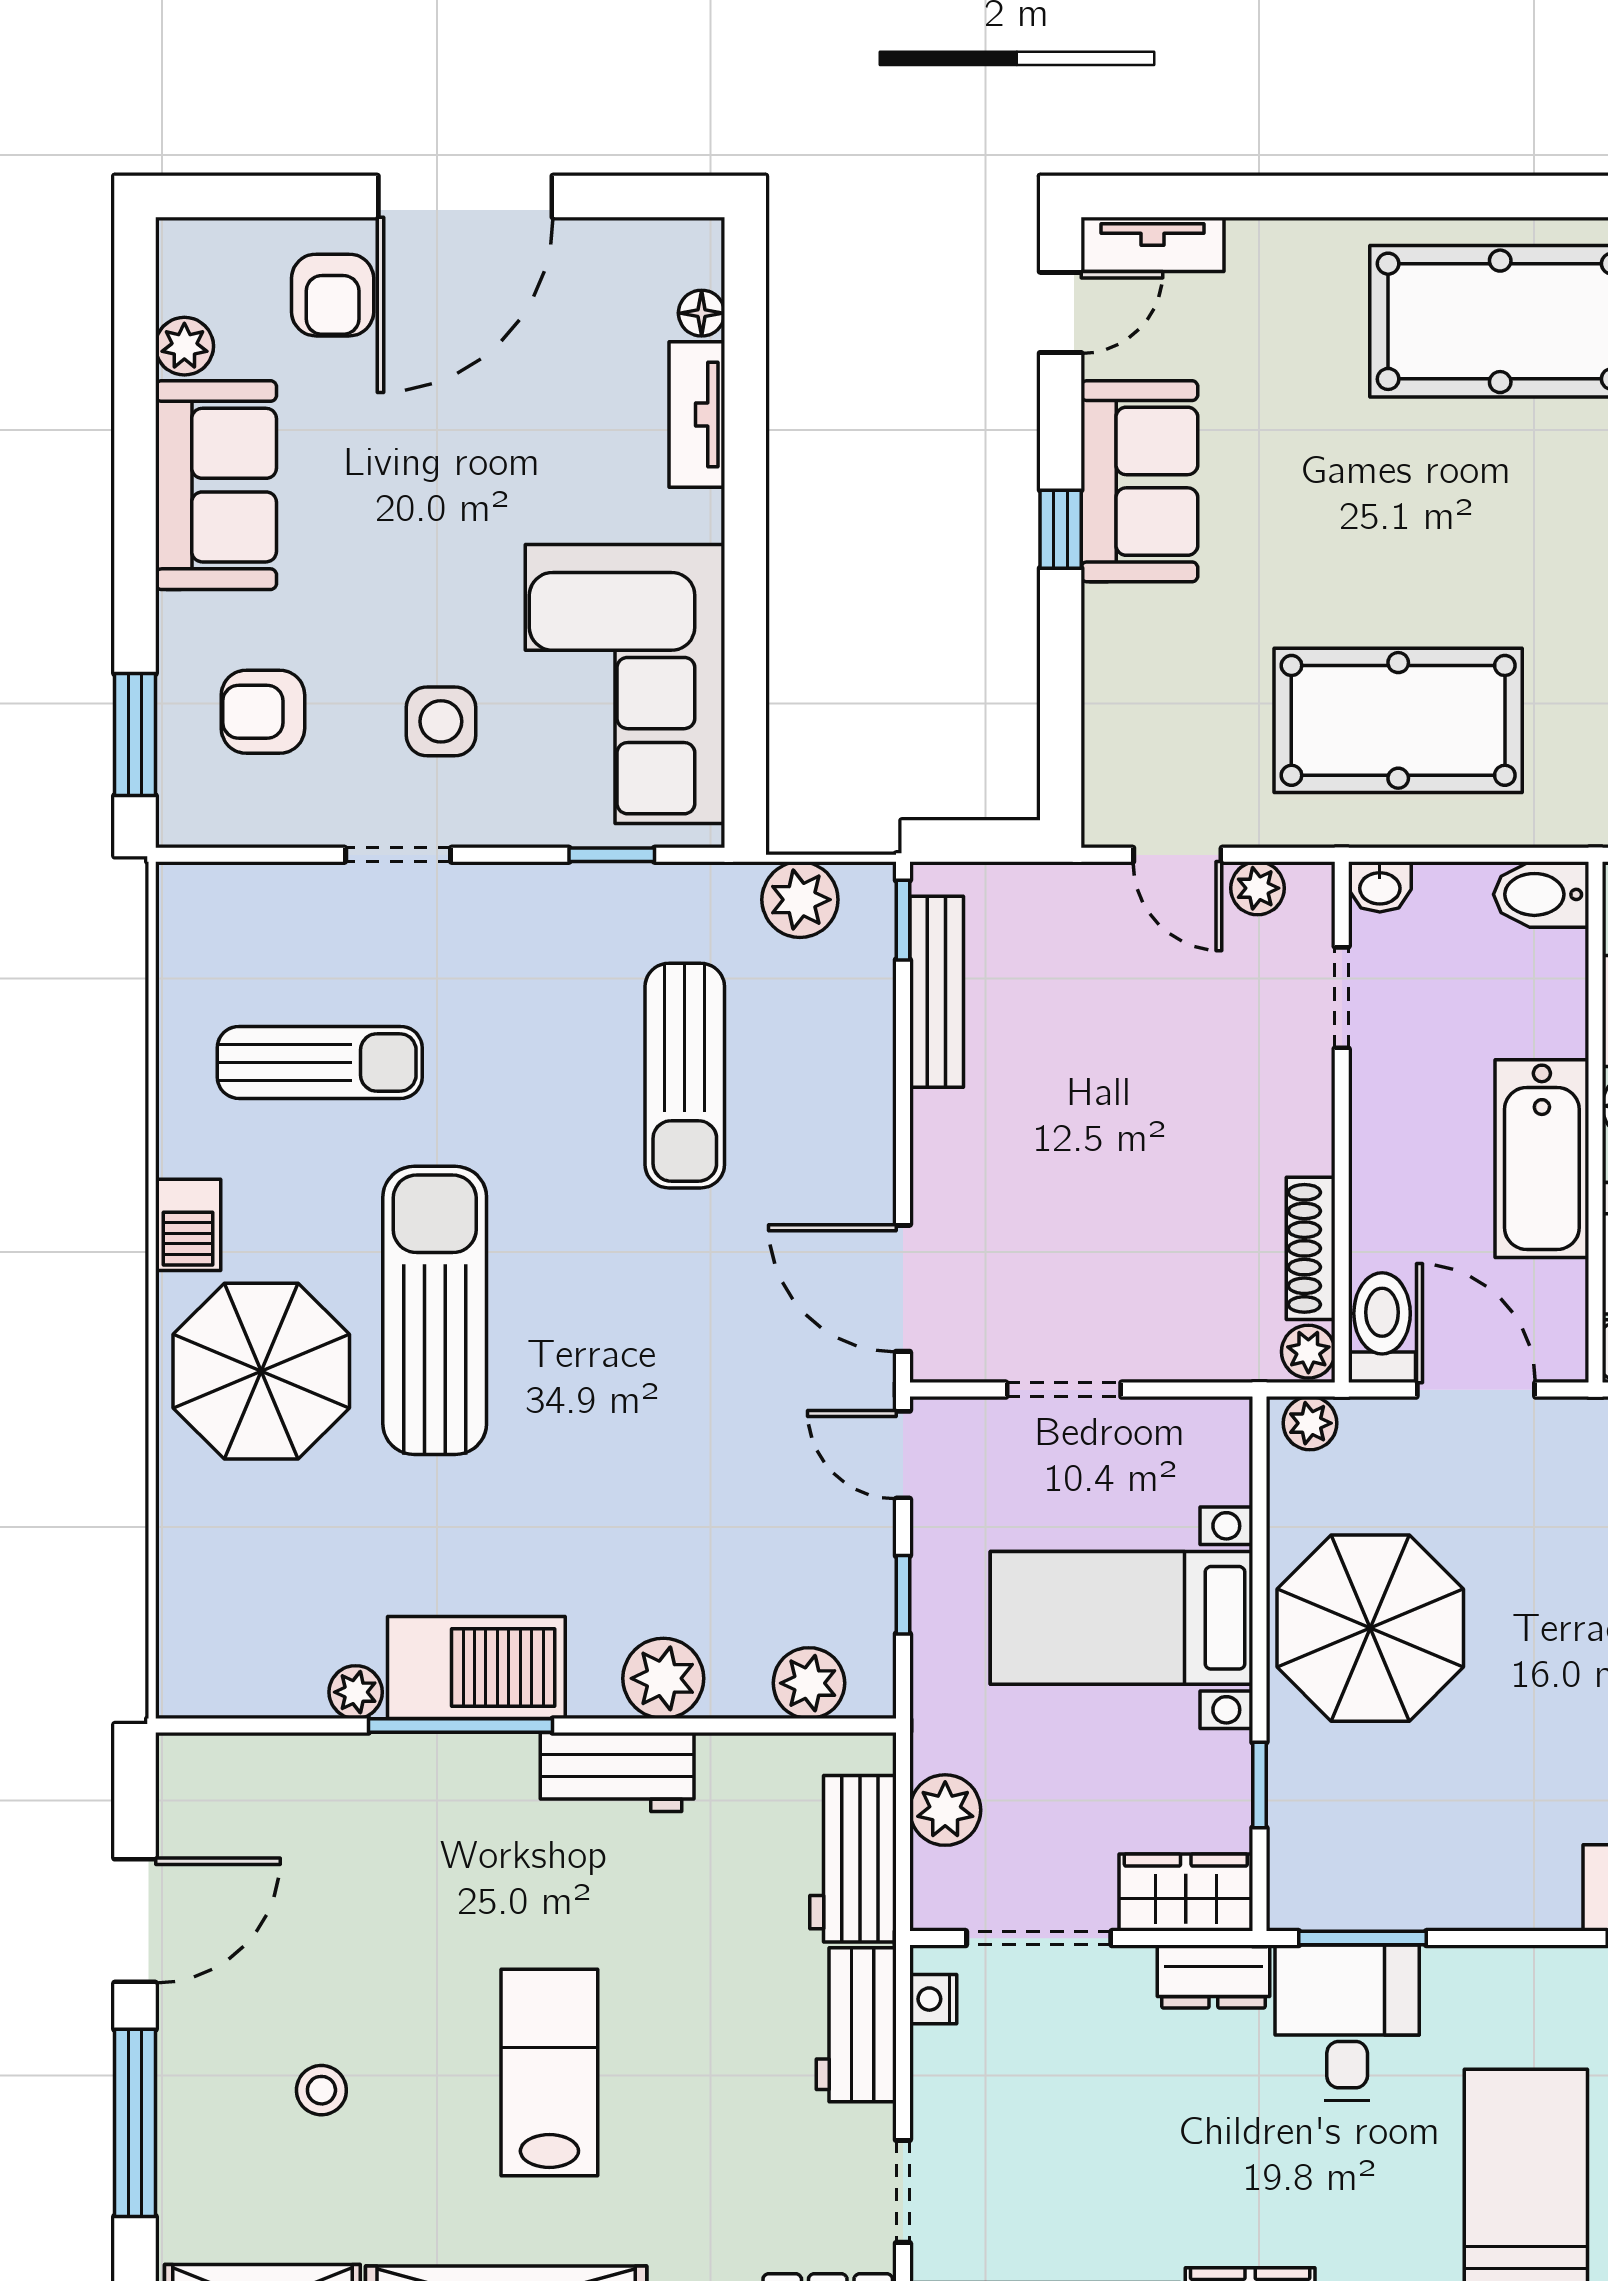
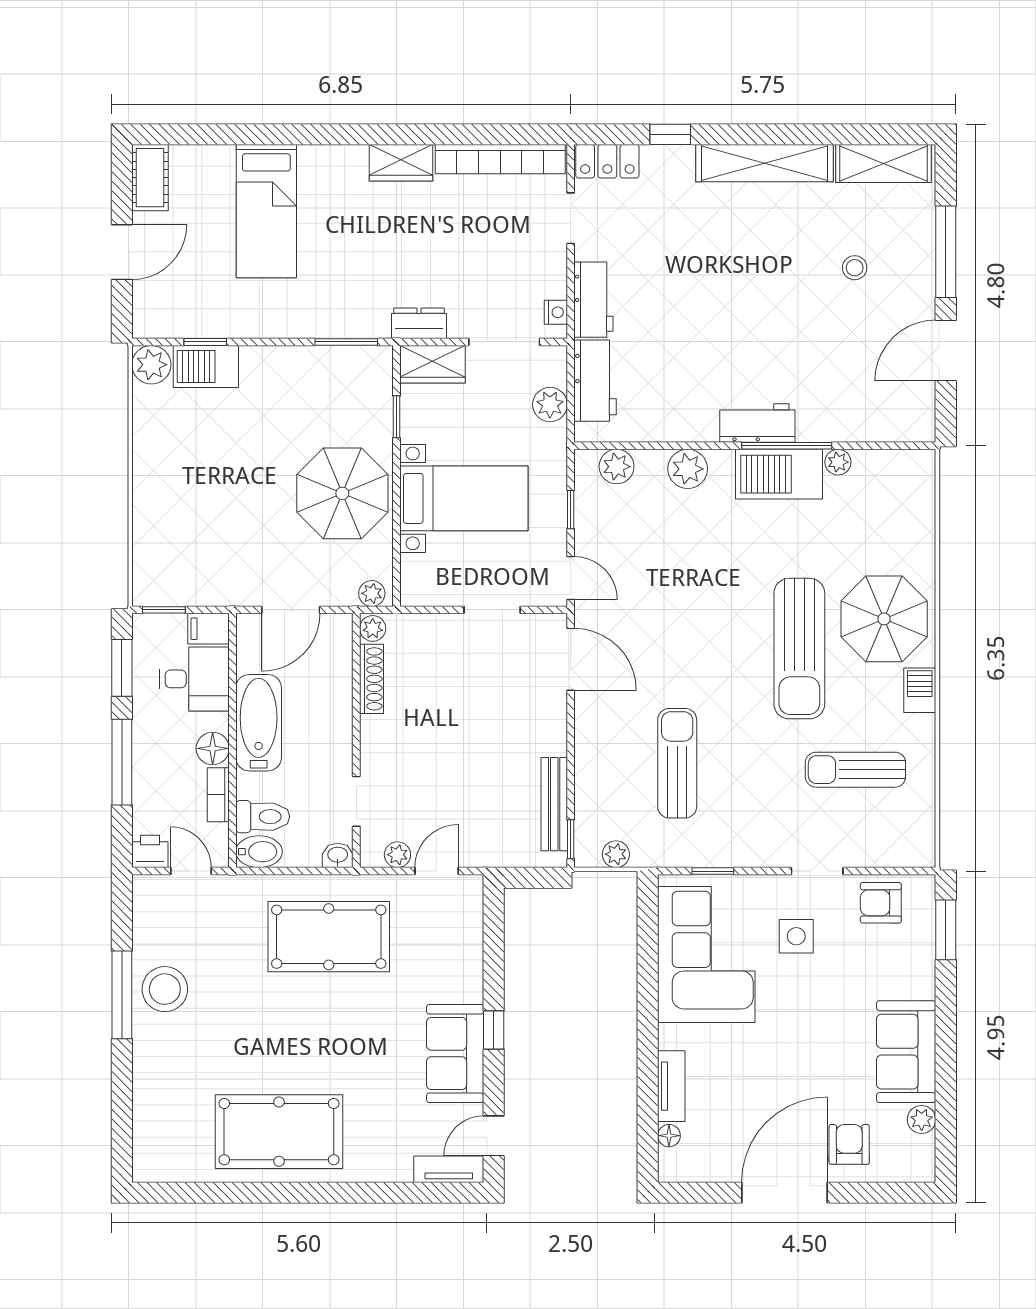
armchair: (263, 712) -> (881, 903), moved, turned 180
door: (1177, 855) -> (437, 871), hinge flipped
plant: (800, 900) -> (616, 854), width x0.73, depth x0.73
toilet: (1382, 1328) -> (263, 817), moved, turned -90
door: (1476, 1390) -> (291, 610), hinge flipped
workbench: (617, 1772) -> (757, 423), moved
desk: (1347, 2023) -> (354, 301), removed
lab bench: (549, 2073) -> (743, 276), removed

